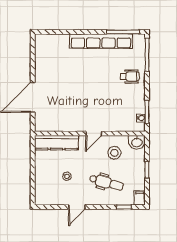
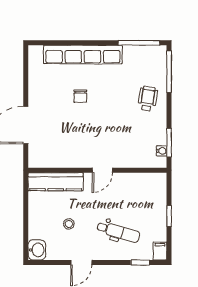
row of seats: (101, 41) -> (83, 54), moved
chair: (76, 74) -> (80, 96), added
wheelchair: (130, 76) -> (148, 99), turned -81
washbasin: (137, 142) -> (37, 250), moved, turned -90
stool: (114, 153) -> (128, 194), removed

